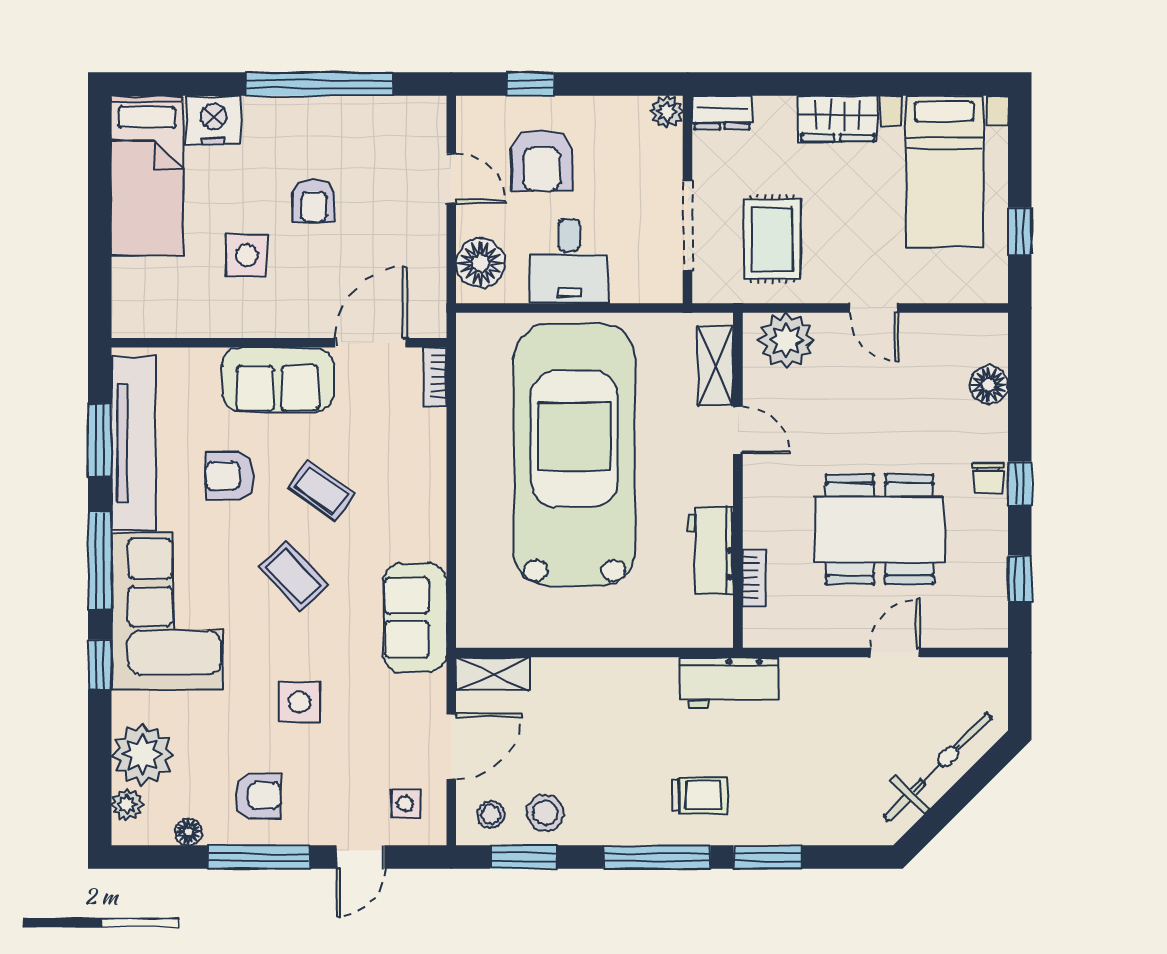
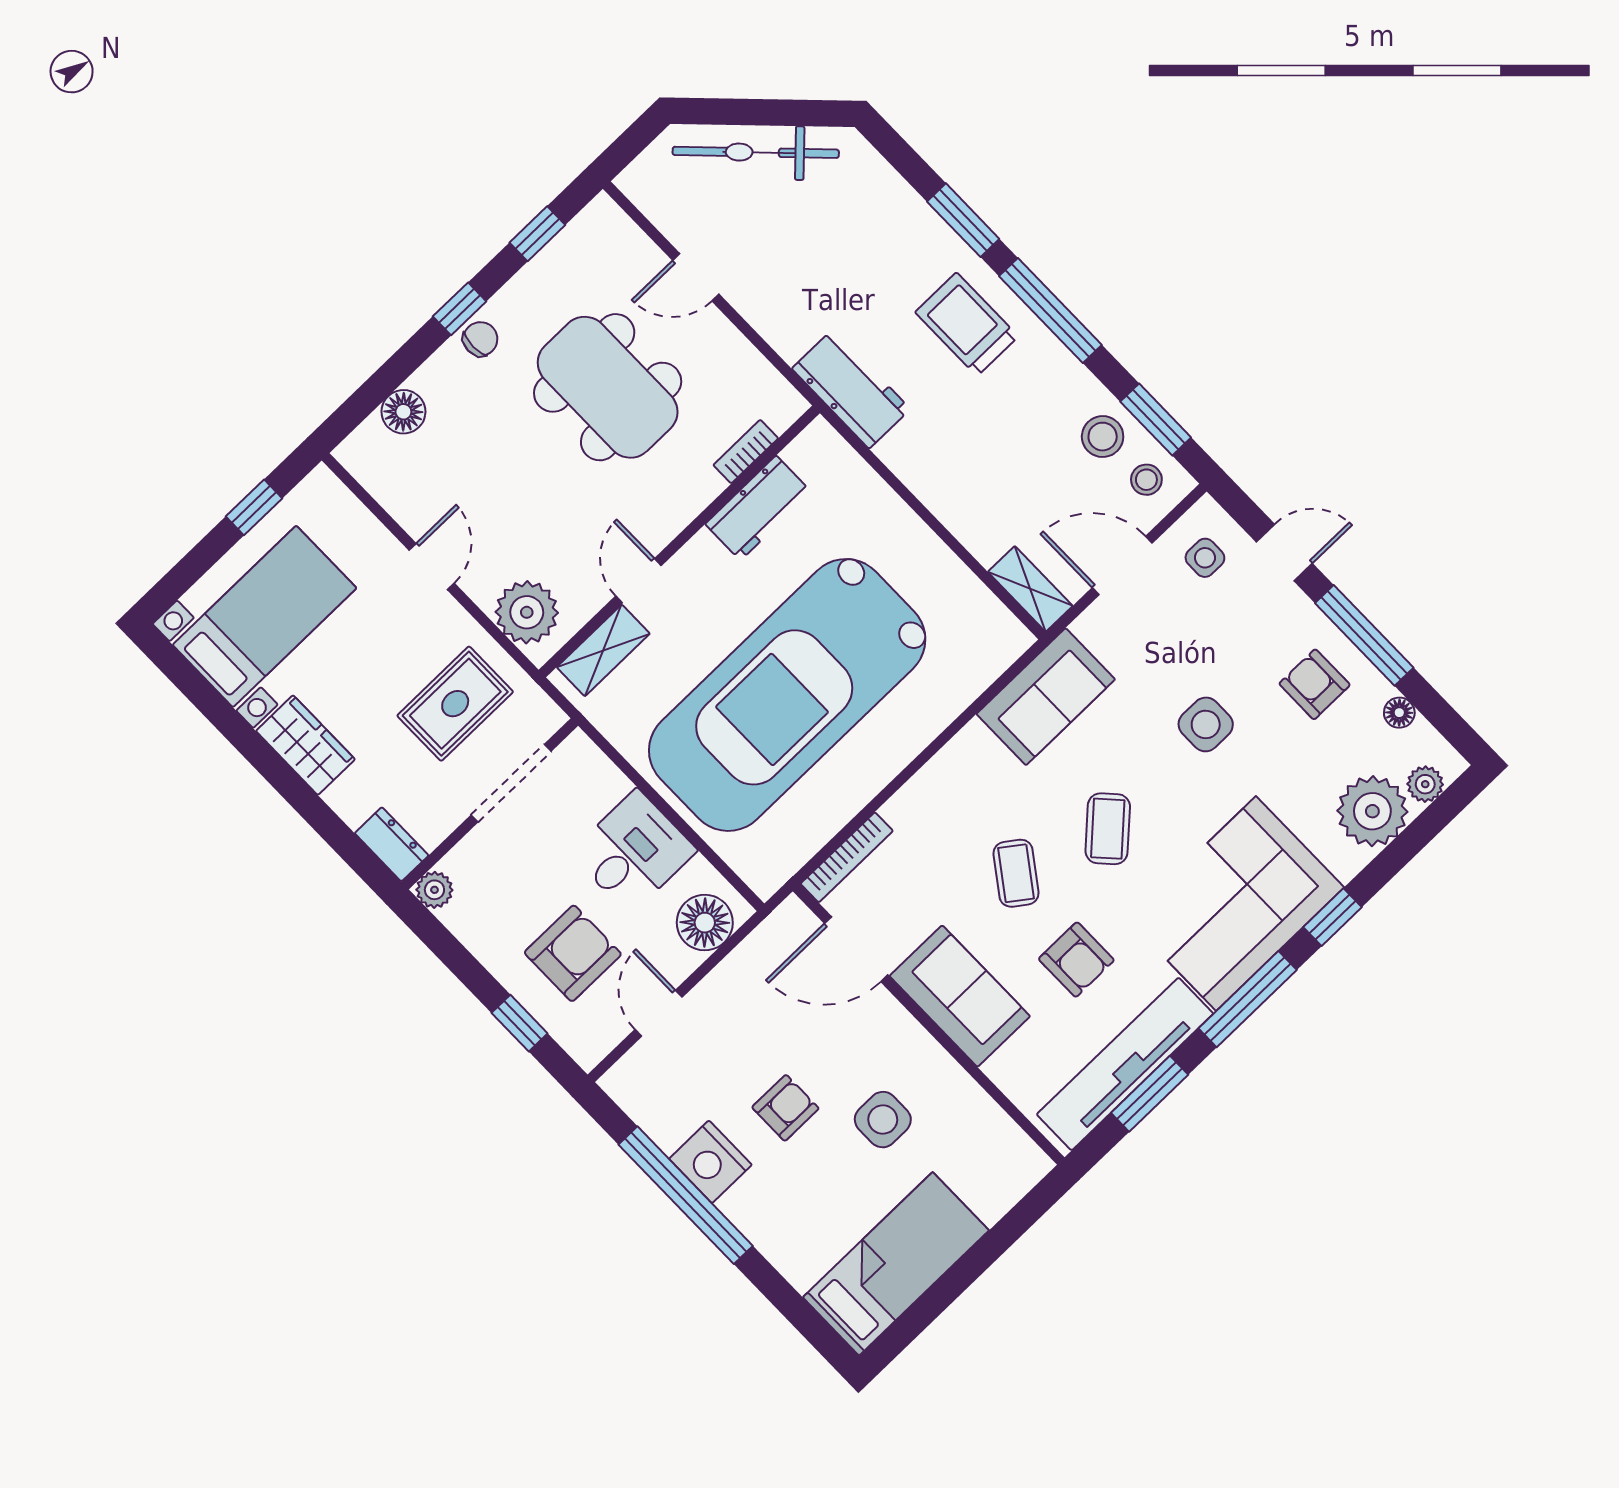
nightstand: (213, 120) -> (710, 1162), moved
bookcase: (435, 377) -> (847, 857), width x1.56
trolley: (699, 795) -> (967, 324), width x1.36, depth x1.39

